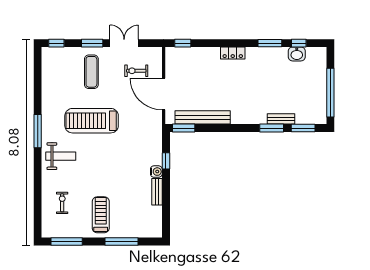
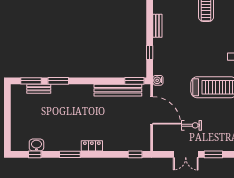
window: (270, 43) -> (70, 154), moved
exercise bike: (136, 71) -> (192, 125), moved
exercise mat: (91, 72) -> (214, 130), removed
window: (330, 93) -> (7, 112), removed
bench: (281, 119) -> (39, 89), moved
water cooler: (156, 172) -> (158, 80), moved

